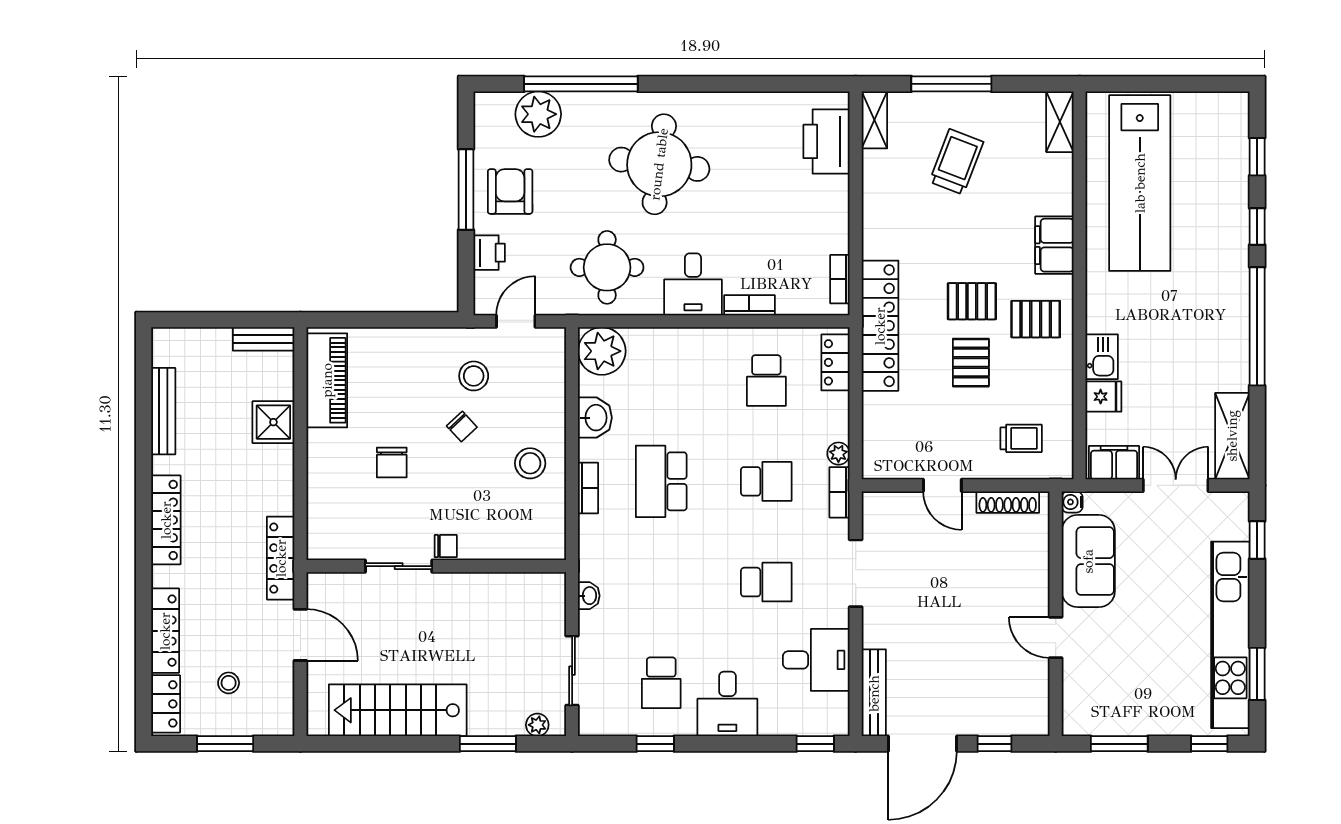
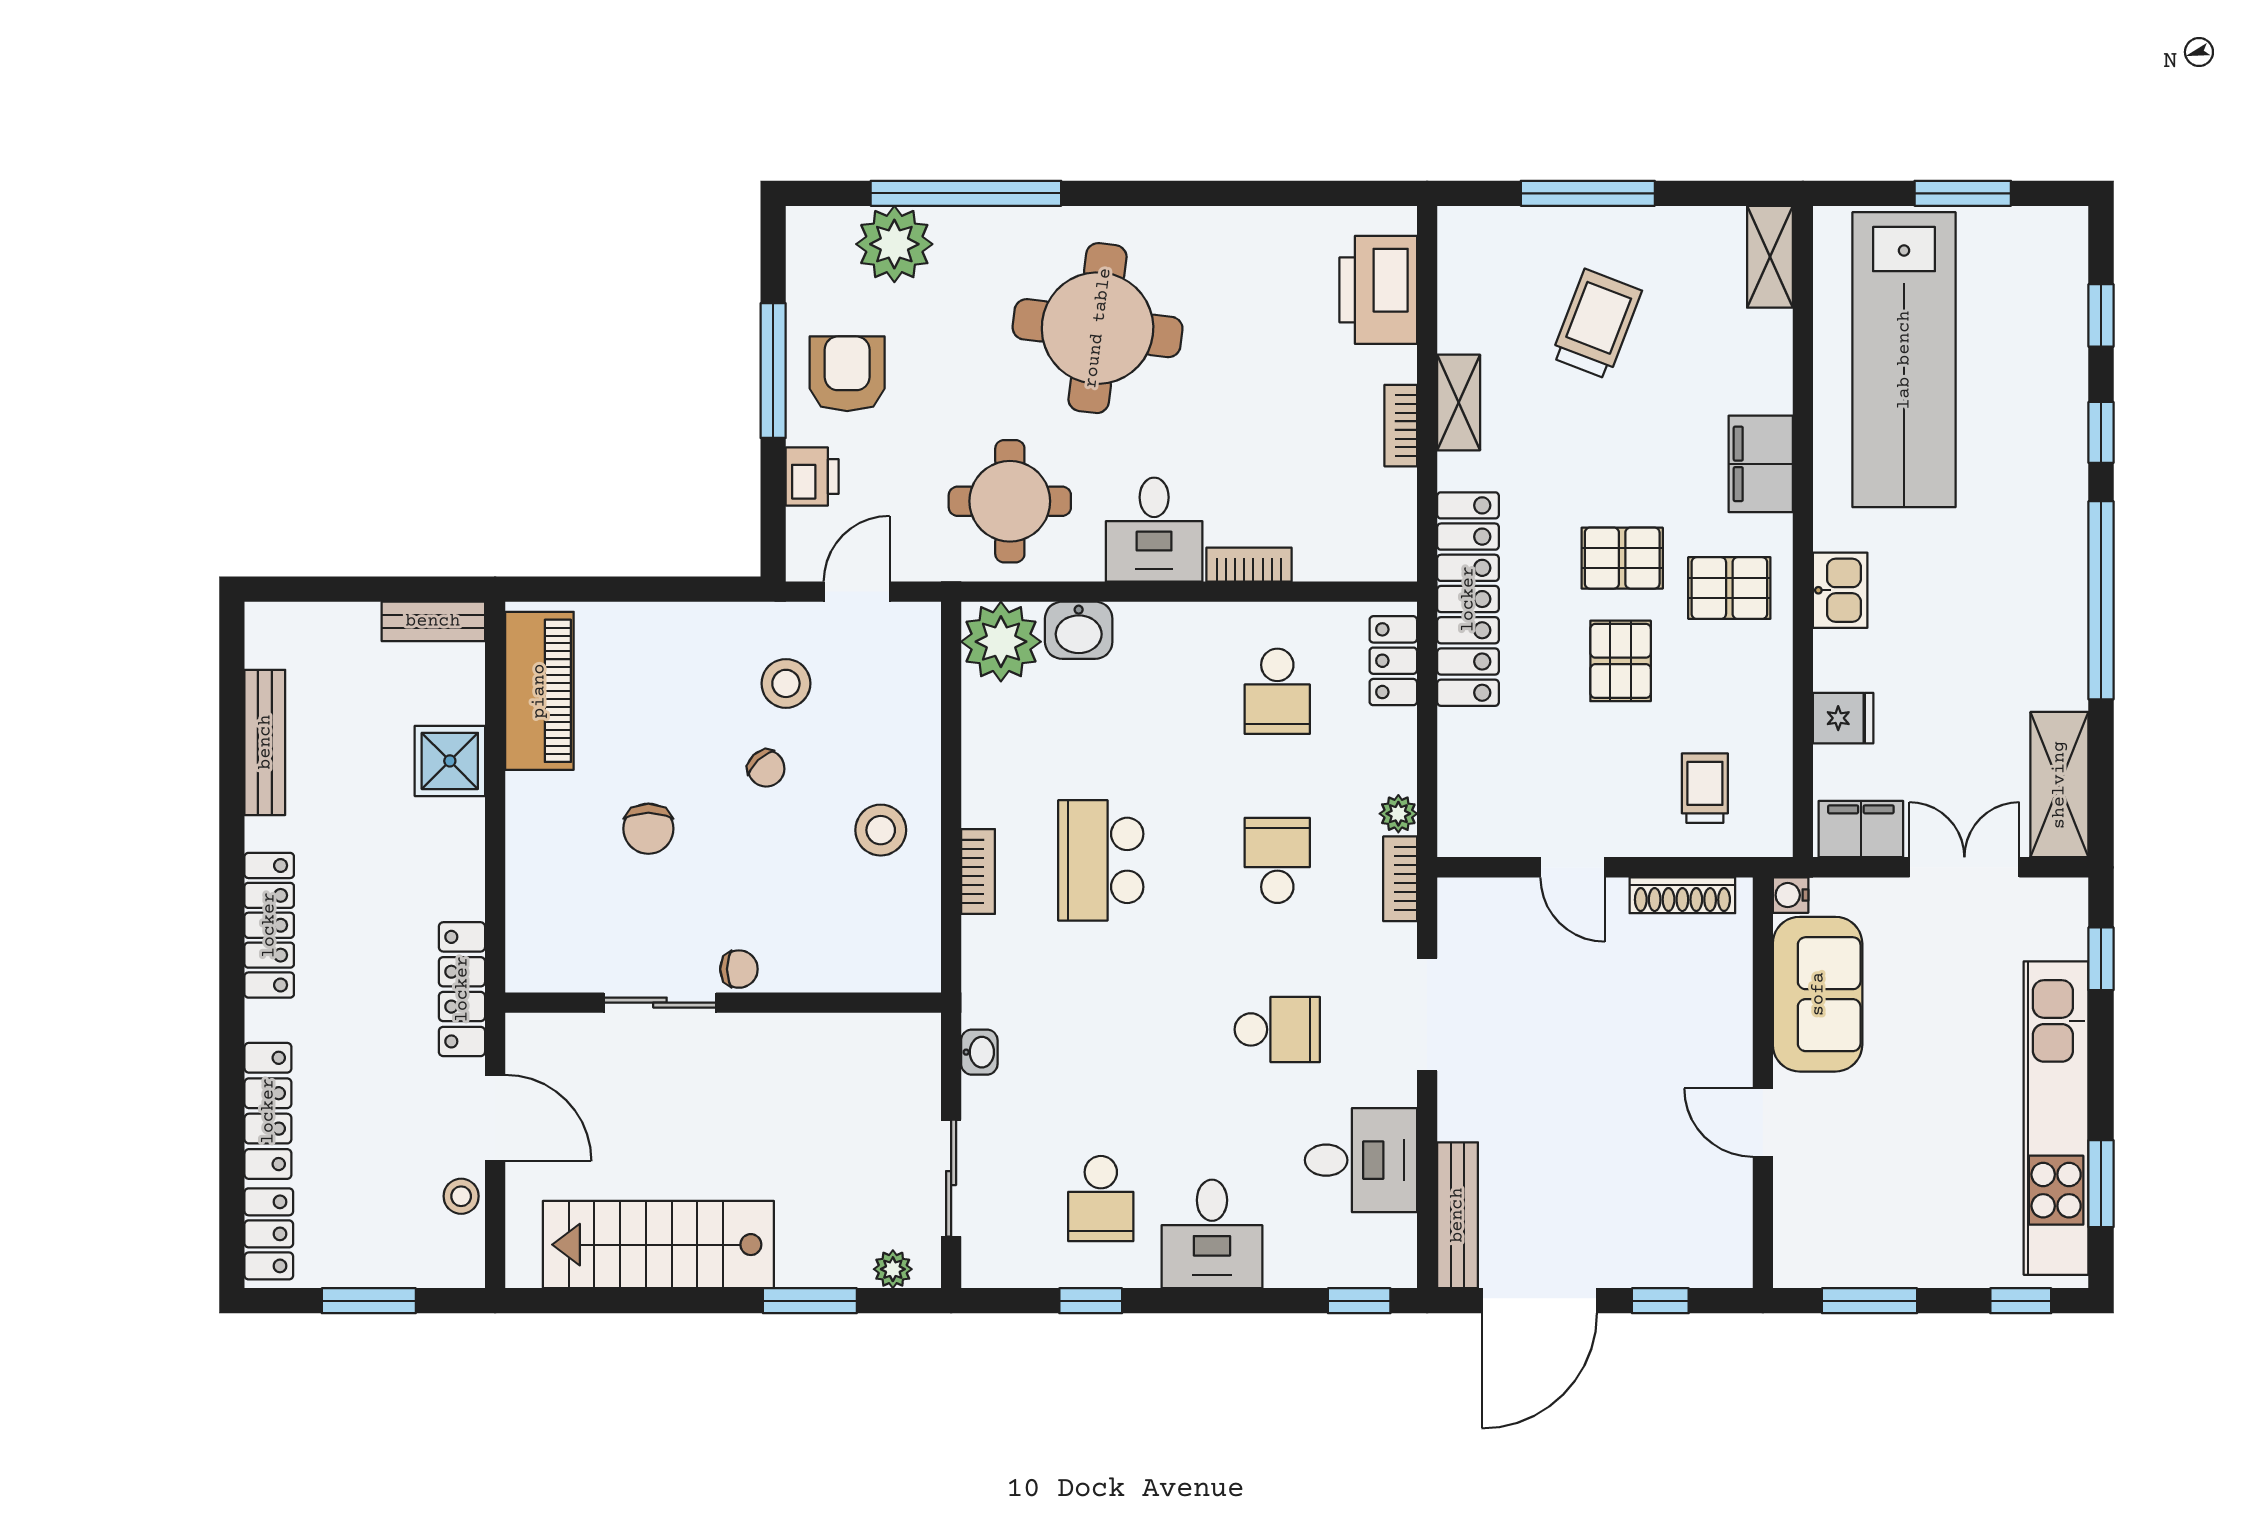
window: (1175, 84) -> (1963, 193), added
shelving: (874, 120) -> (1459, 403), moved
bookcase: (840, 279) -> (1401, 426), moved
kitchen sink: (1102, 357) -> (1840, 590), moved
washbasin: (595, 418) -> (1079, 630), moved, turned 90
trolley: (1021, 438) -> (1705, 788), turned -90
school desk: (766, 481) -> (1277, 860), turned -90
stool: (229, 683) -> (461, 1196), moved

